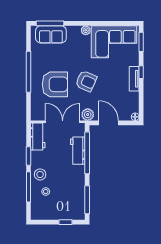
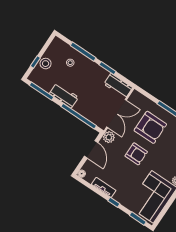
tv unit: (134, 79) -> (104, 187), moved
armchair: (86, 81) -> (136, 154), turned -114
armchair: (55, 84) -> (150, 127), turned -90
door: (109, 123) -> (91, 149), hinge flipped
workbench: (78, 151) -> (64, 95), moved
stool: (40, 174) -> (46, 64), moved

